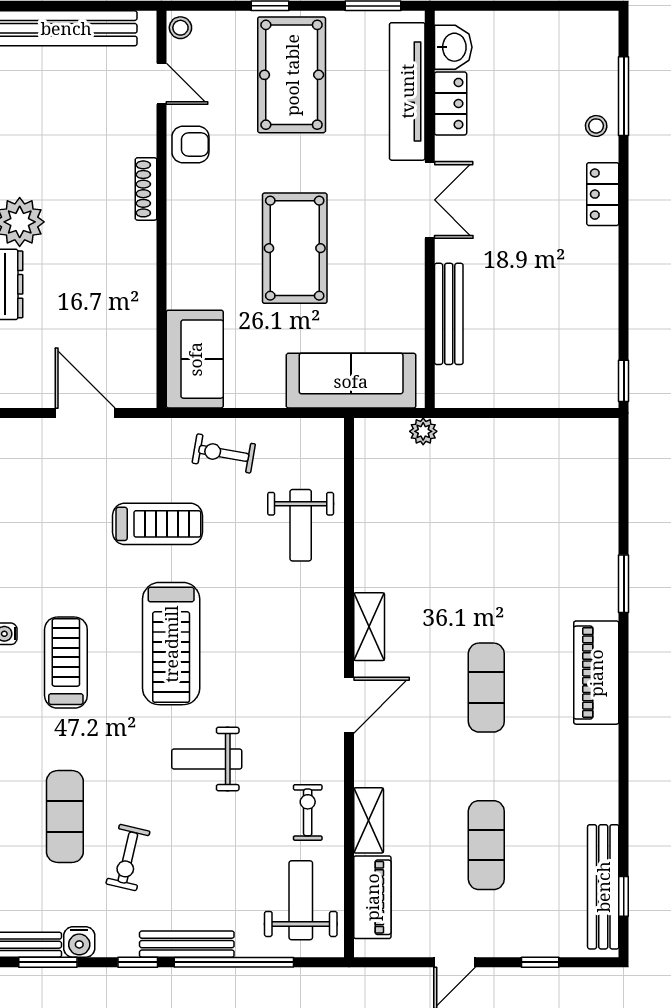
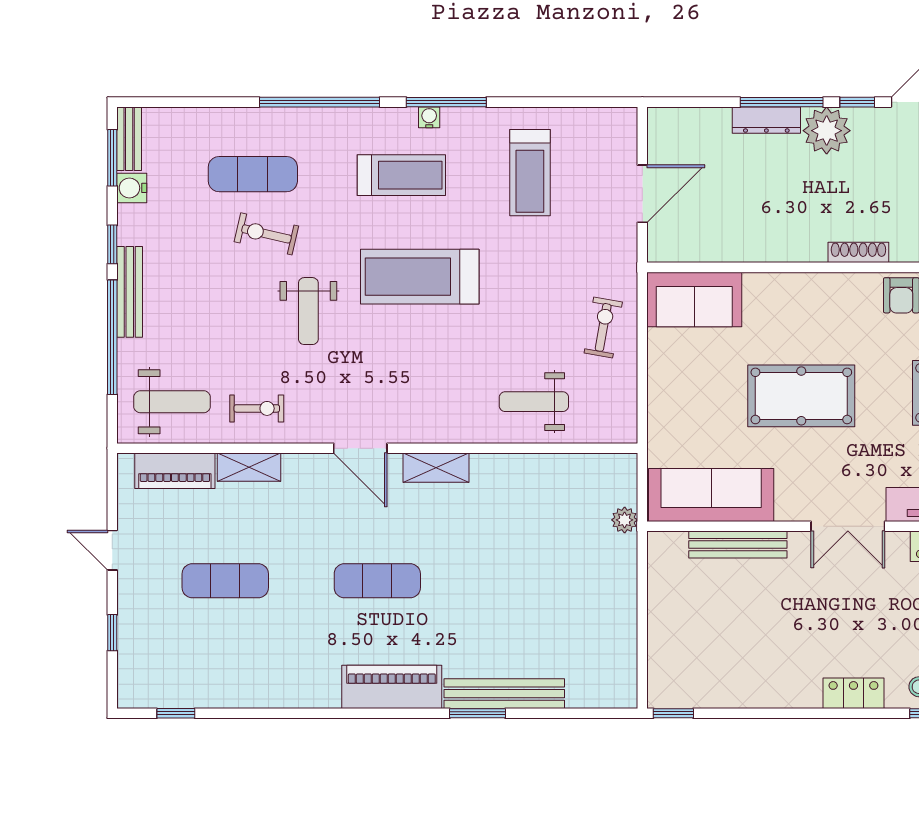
sofa: (351, 381) -> (711, 495), moved, turned -90
treadmill: (157, 524) -> (530, 173), moved
weight bench: (207, 759) -> (308, 311), turned 180
exercise bike: (128, 858) -> (266, 234), moved
bench: (603, 887) -> (504, 694), moved

